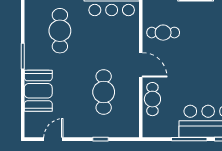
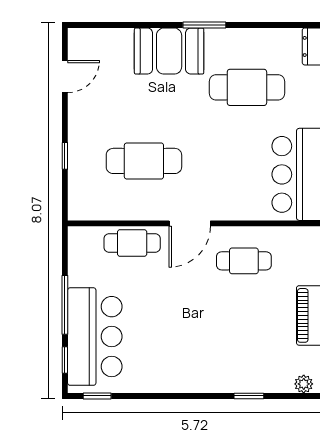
cafe table: (163, 33) -> (244, 261), turned 90
booth: (38, 91) -> (169, 51), moved
door: (53, 139) -> (65, 77), hinge flipped

